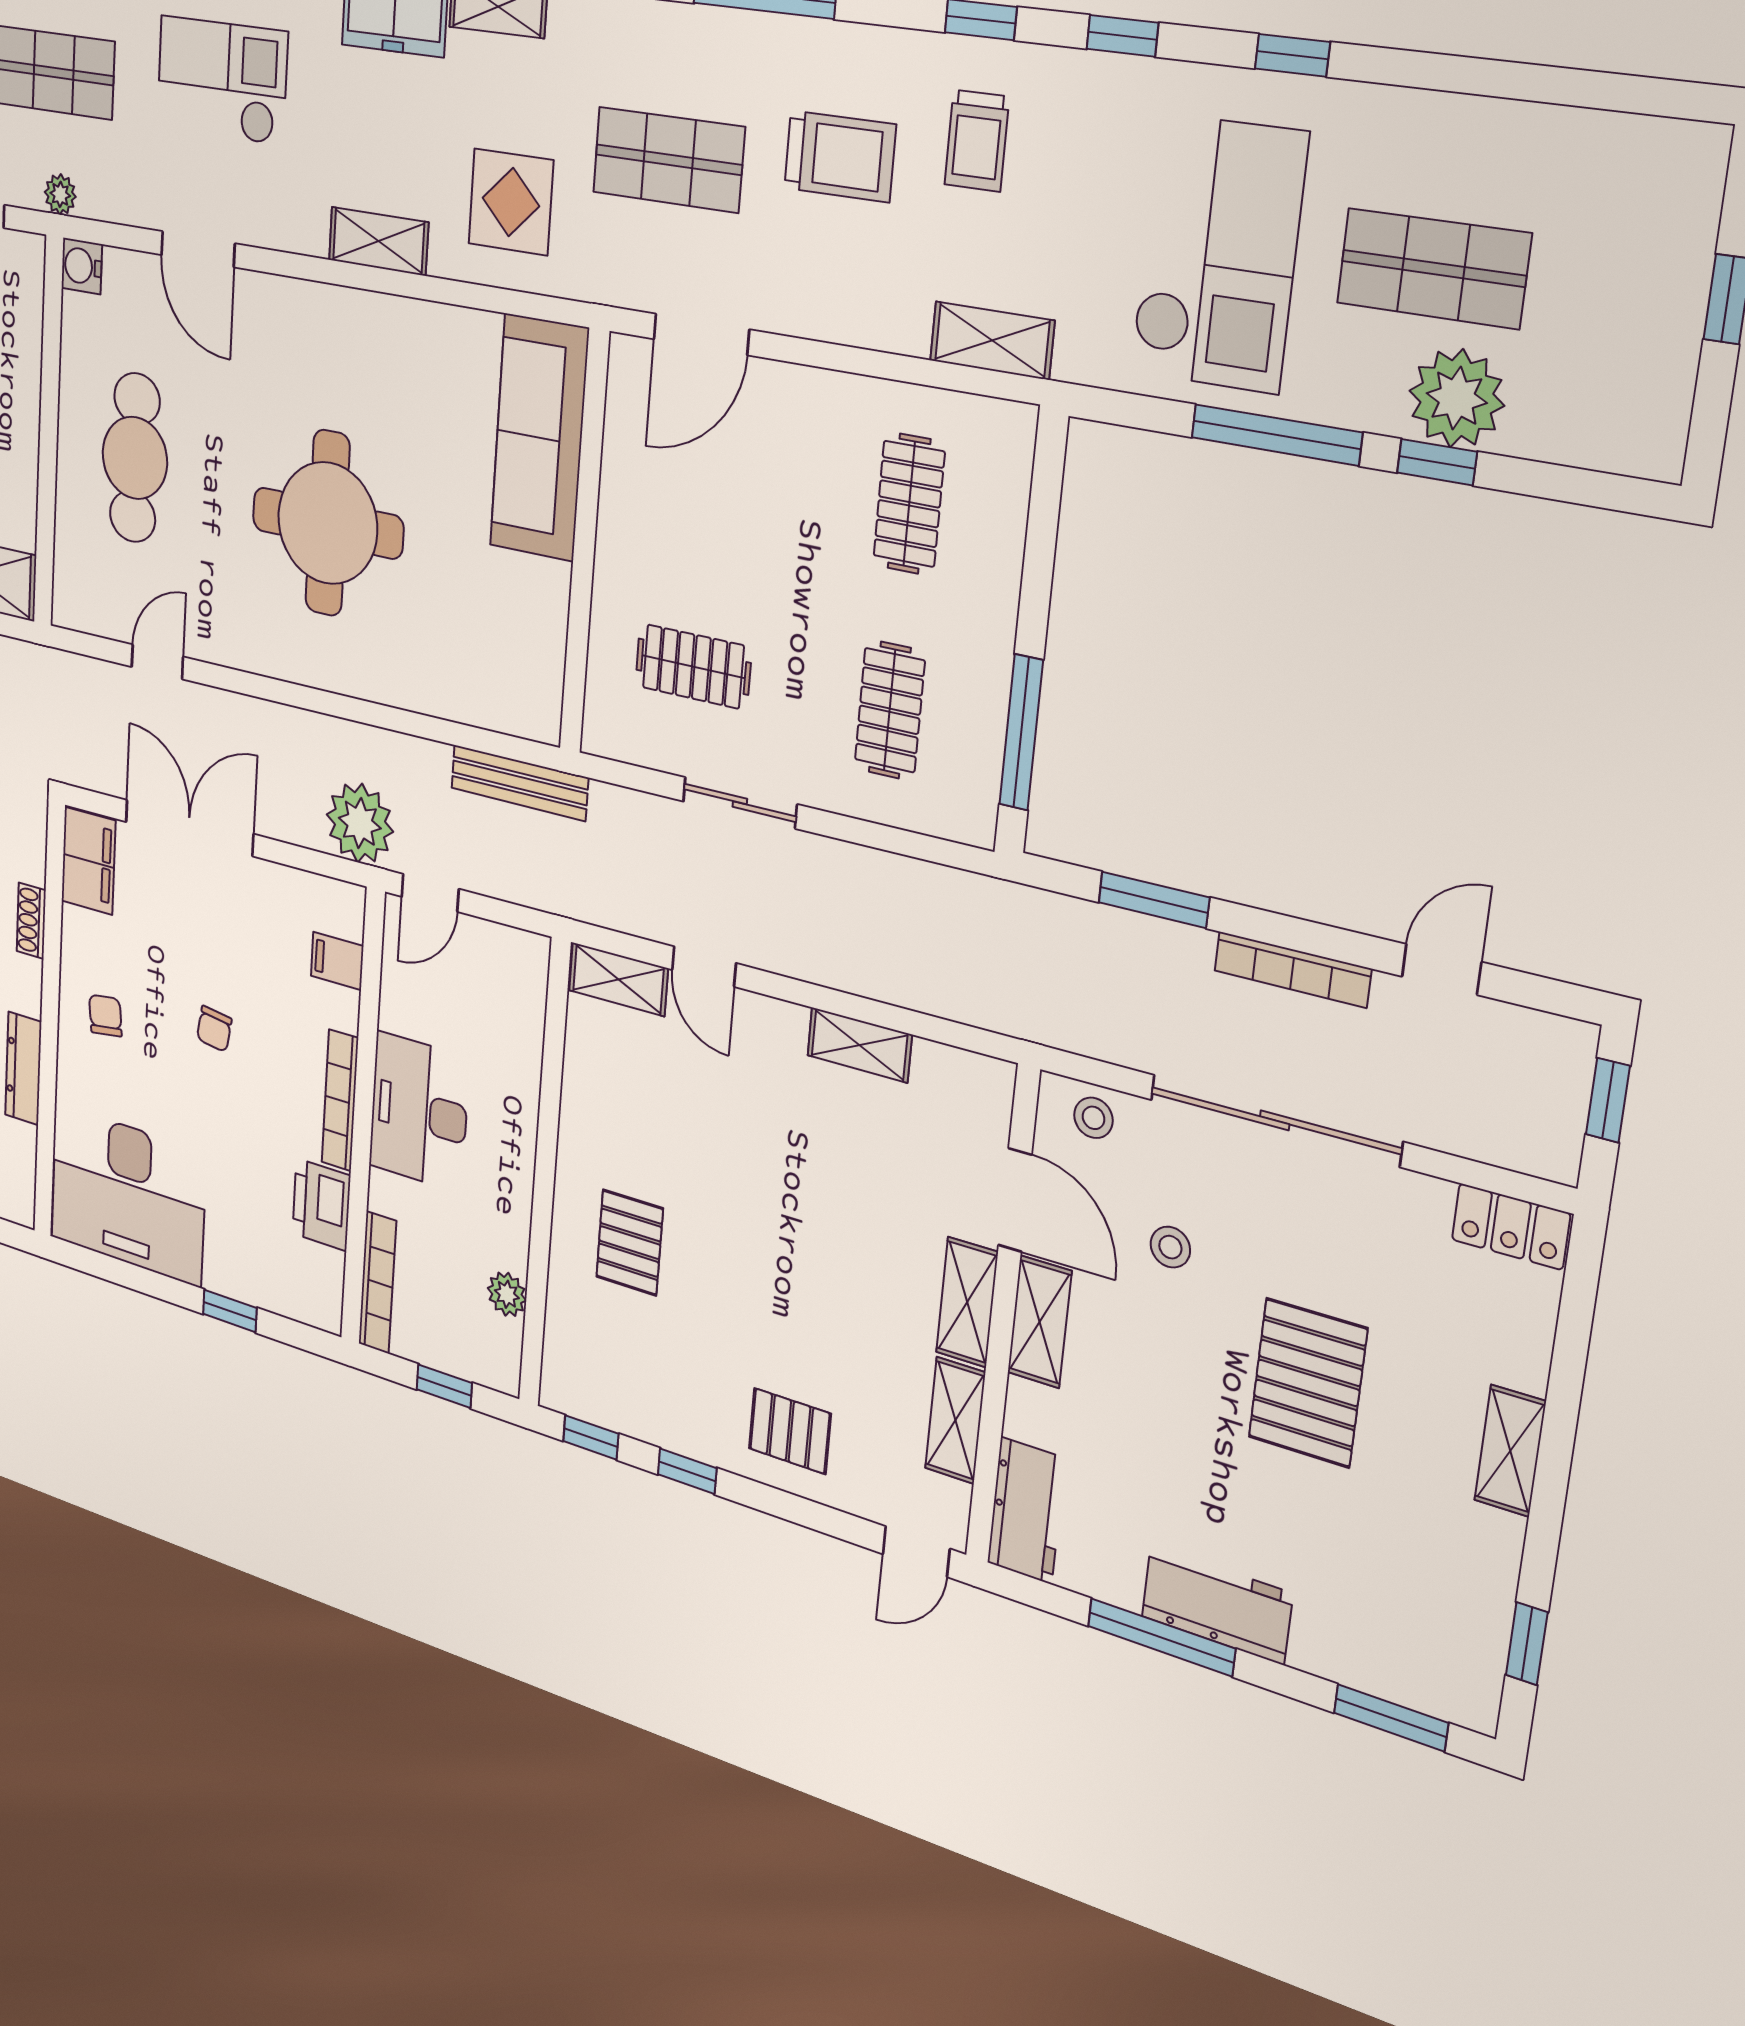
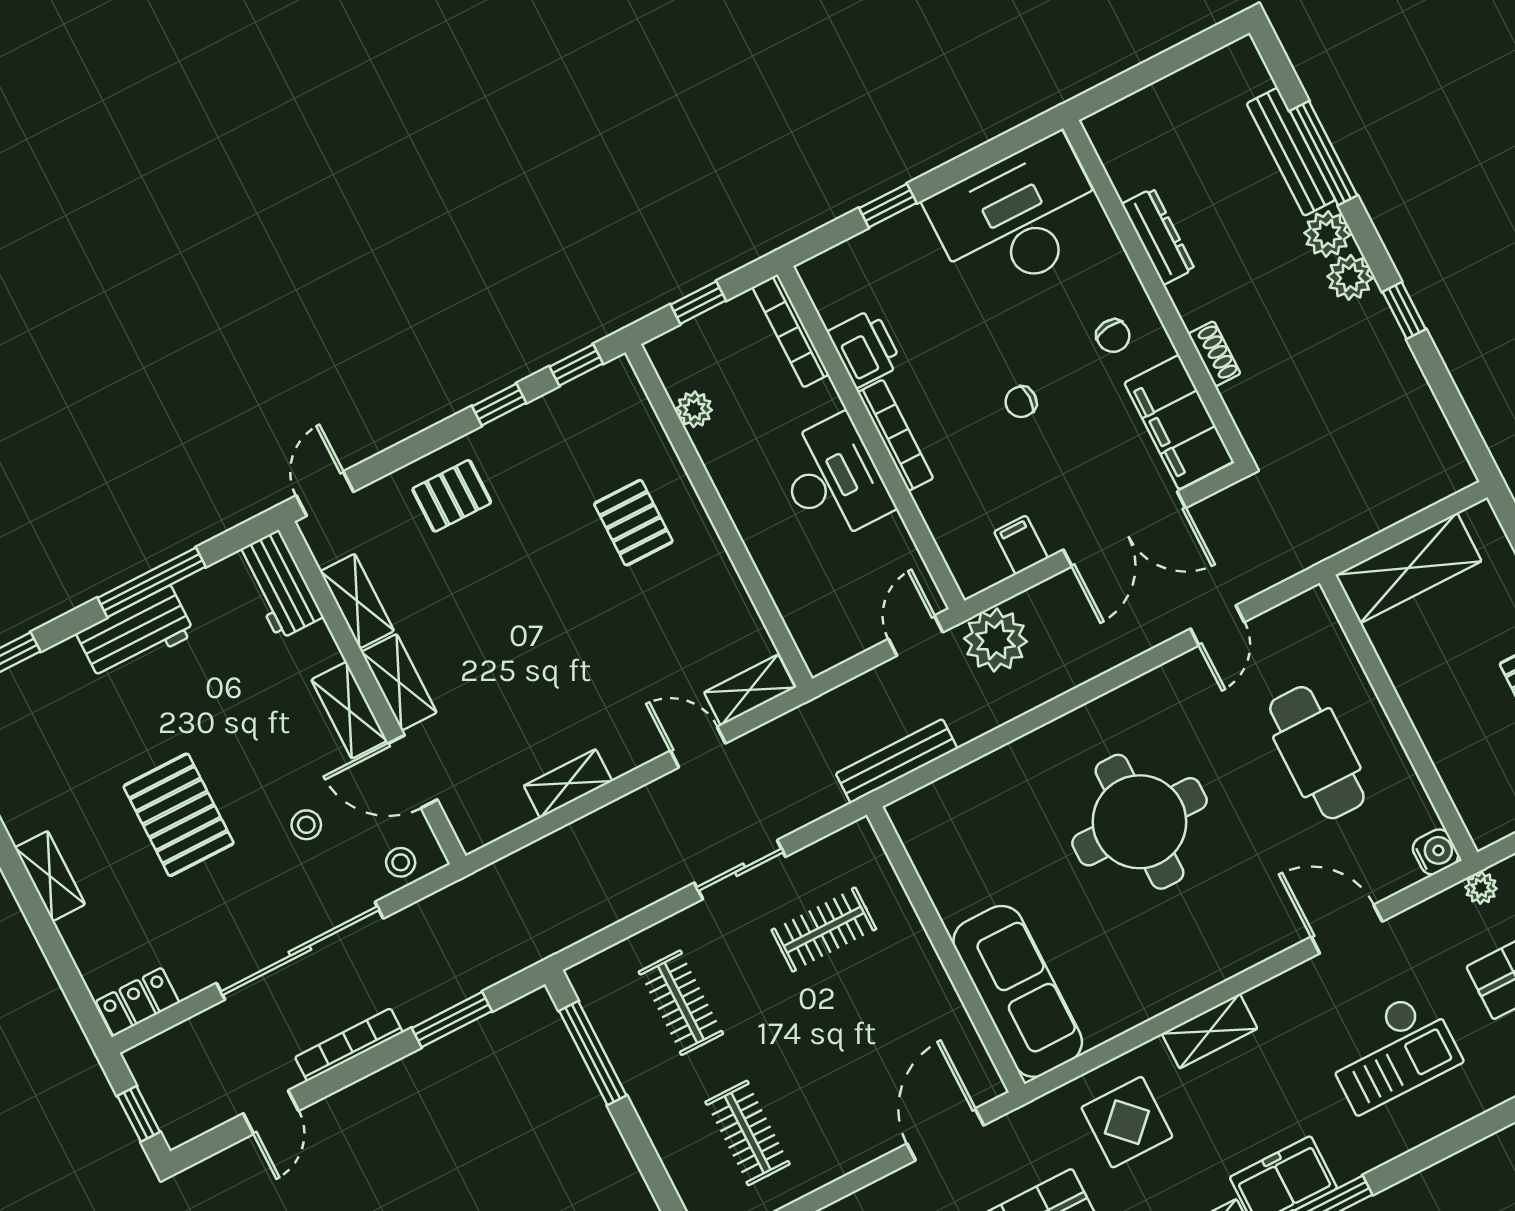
filing cabinet: (88, 861) -> (1179, 422), width x1.50, depth x1.17
filing cabinet: (337, 961) -> (1021, 545), moved, turned -90
chair: (214, 1029) -> (1021, 402), turned -98

